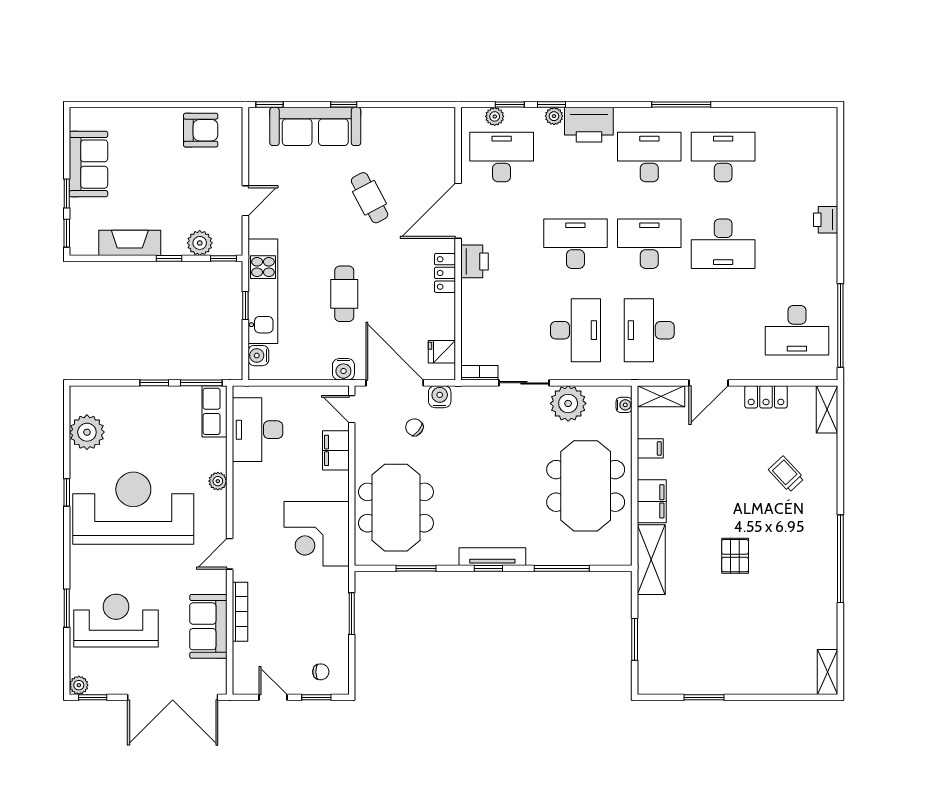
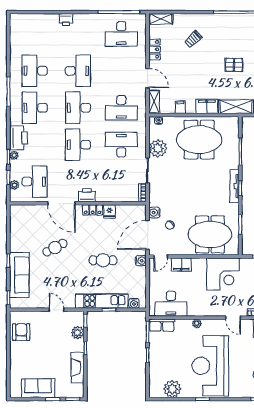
desk: (502, 157) -> (35, 182), turned 180
desk: (797, 330) -> (121, 34), turned 90
fridge: (442, 352) -> (110, 211), moved

